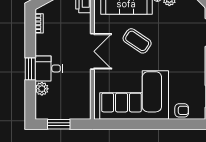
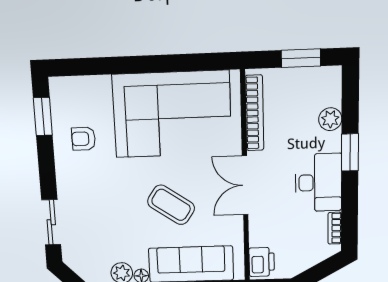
desk: (49, 68) -> (318, 183), moved, width x1.37
bookcase: (86, 94) -> (254, 113), added
armchair: (182, 110) -> (84, 139), moved

